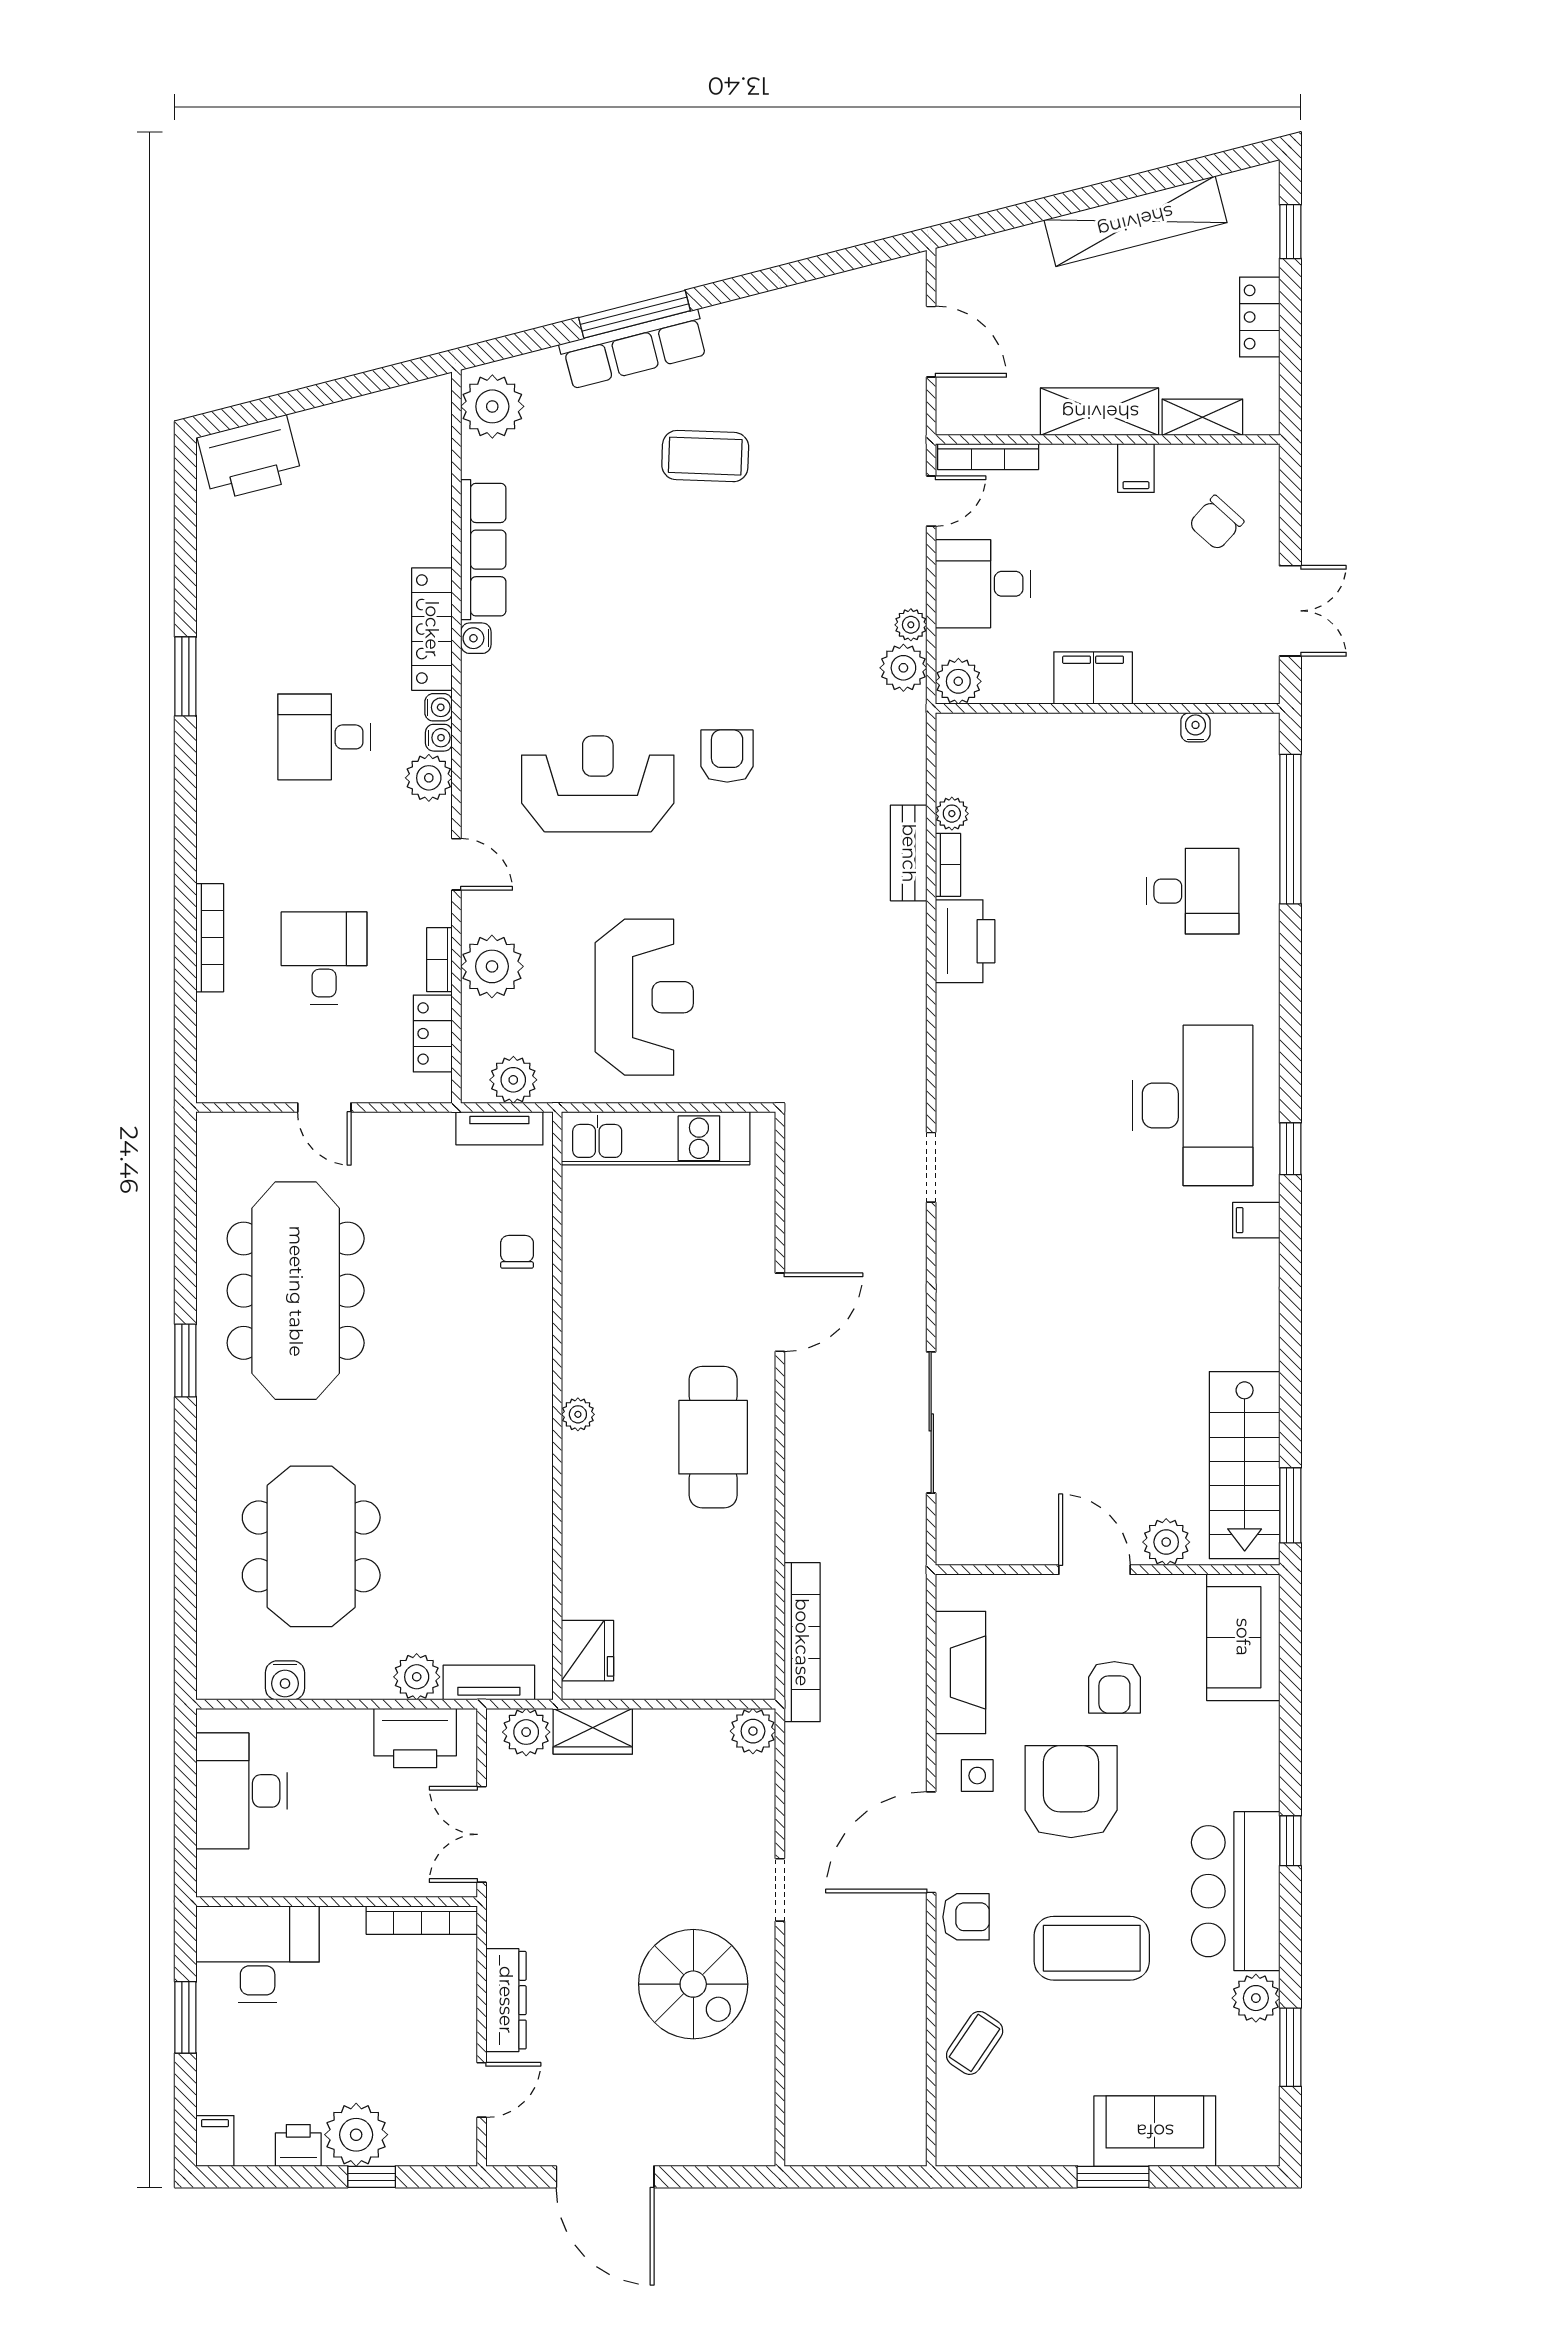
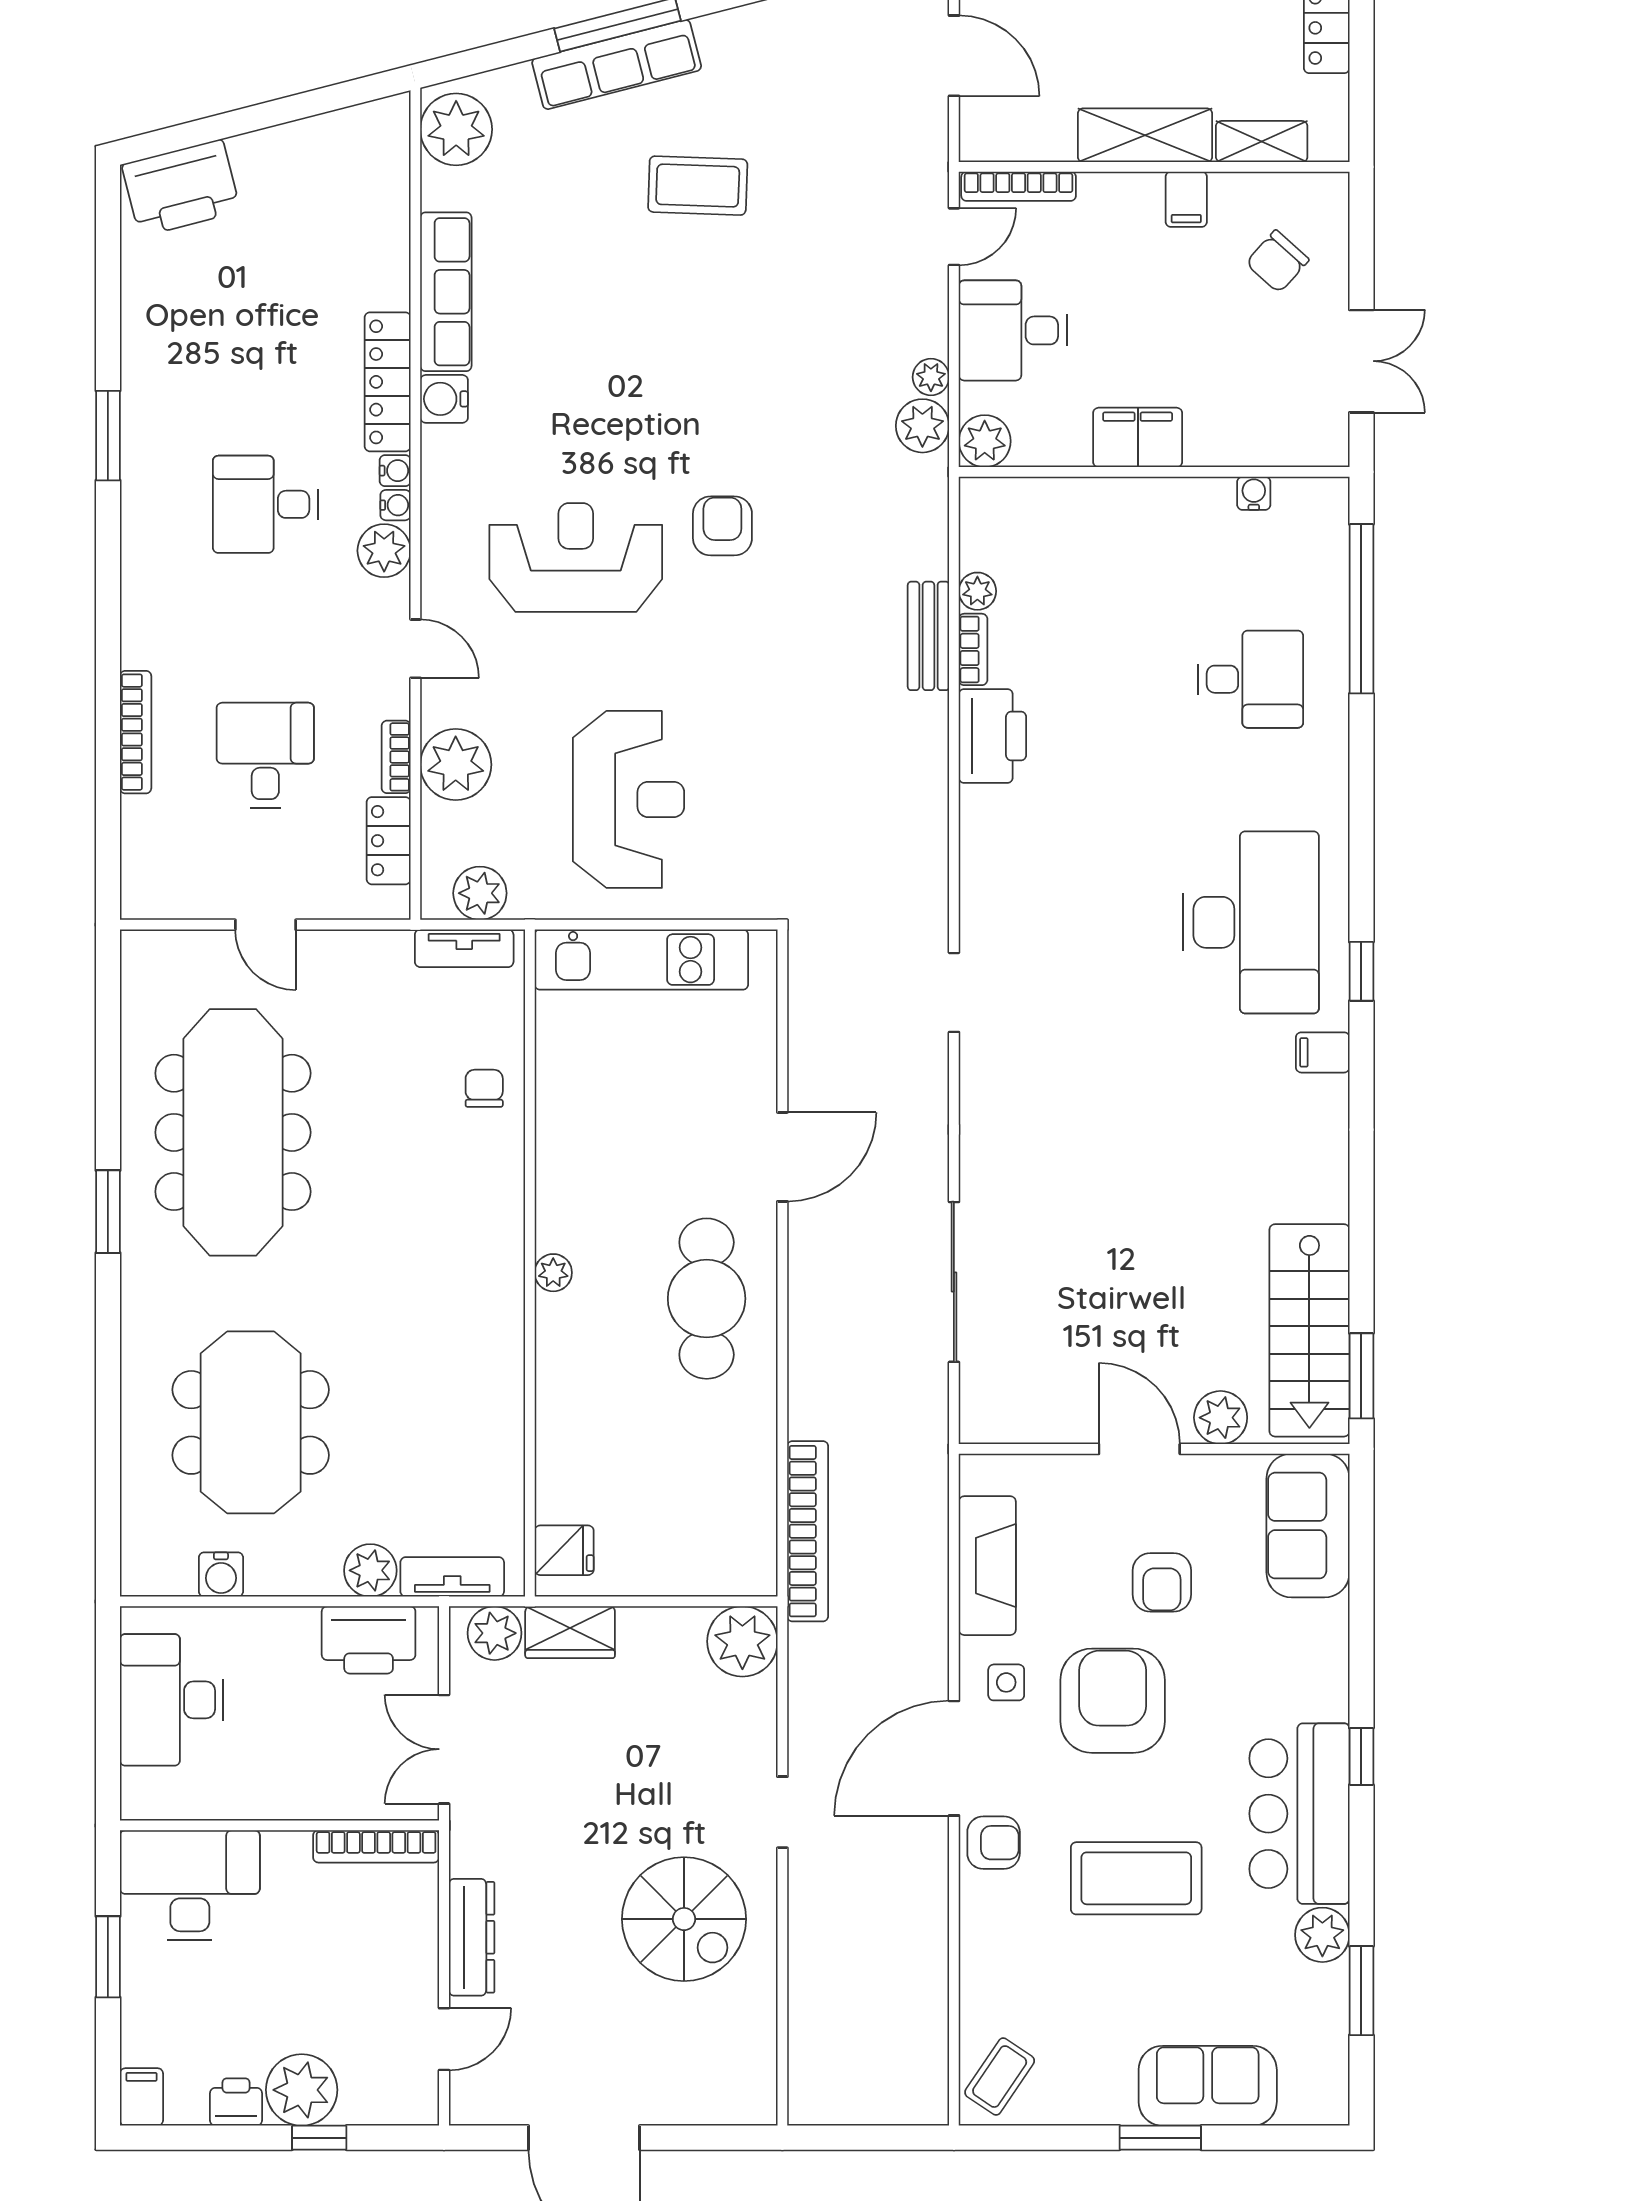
water cooler: (476, 638) -> (444, 399), width x1.38, depth x1.38
fridge: (587, 1651) -> (564, 1550), width x0.72
plant: (753, 1731) -> (742, 1641), width x1.36, depth x1.36
coffee table: (975, 2043) -> (1000, 2077), moved

